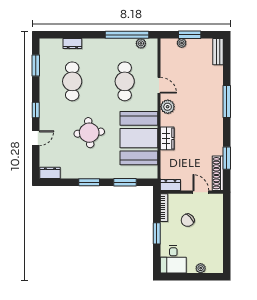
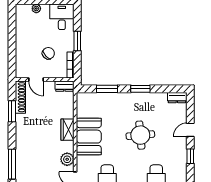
booth: (139, 138) -> (89, 137), width x0.73, depth x0.70

